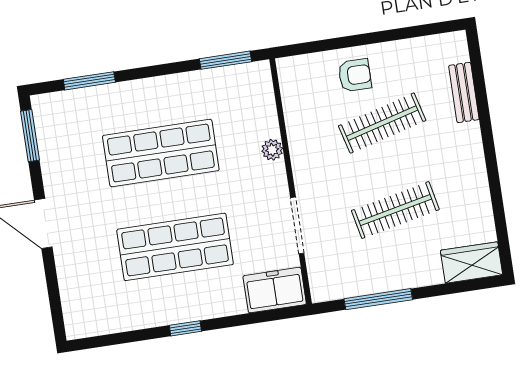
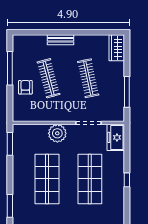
window: (391, 35) -> (10, 68), added
bench: (464, 92) -> (60, 40), moved
plant: (272, 150) -> (57, 133), width x1.88, depth x1.88

